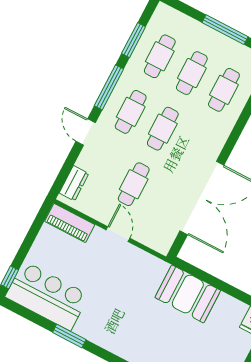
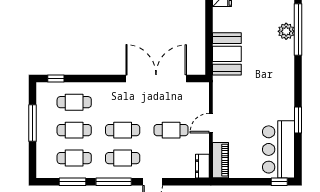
dresser: (74, 183) -> (202, 166), moved, turned -90

